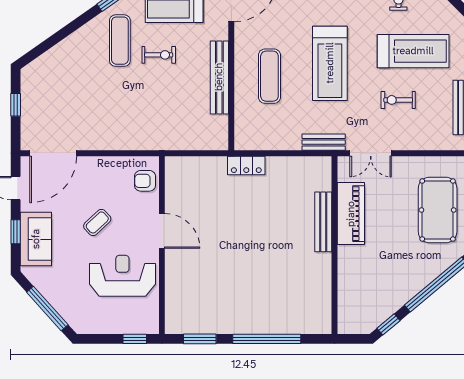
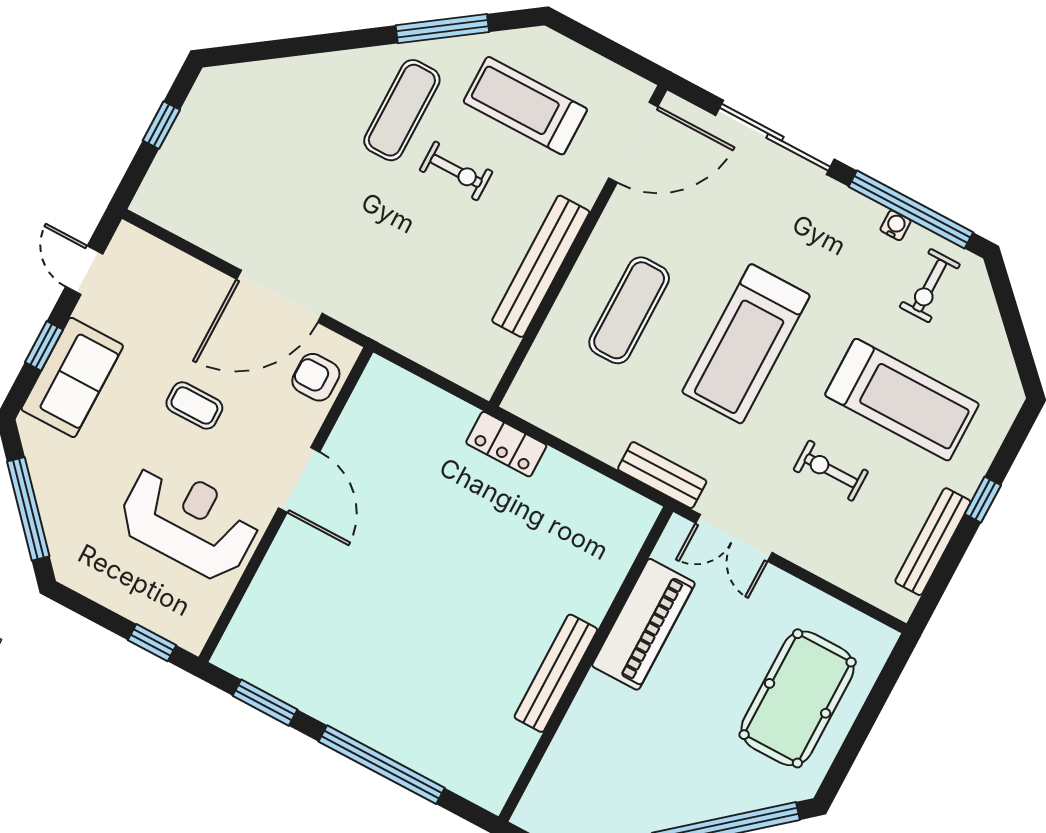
door: (53, 153) -> (279, 296), moved
coffee table: (97, 222) -> (194, 405), turned 43
bench: (323, 222) -> (556, 673), moved

